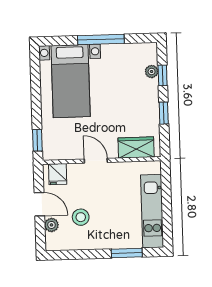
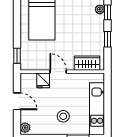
fridge: (58, 174) -> (43, 80), moved
stool: (81, 217) -> (63, 116), moved
plant: (51, 225) -> (25, 128), moved

